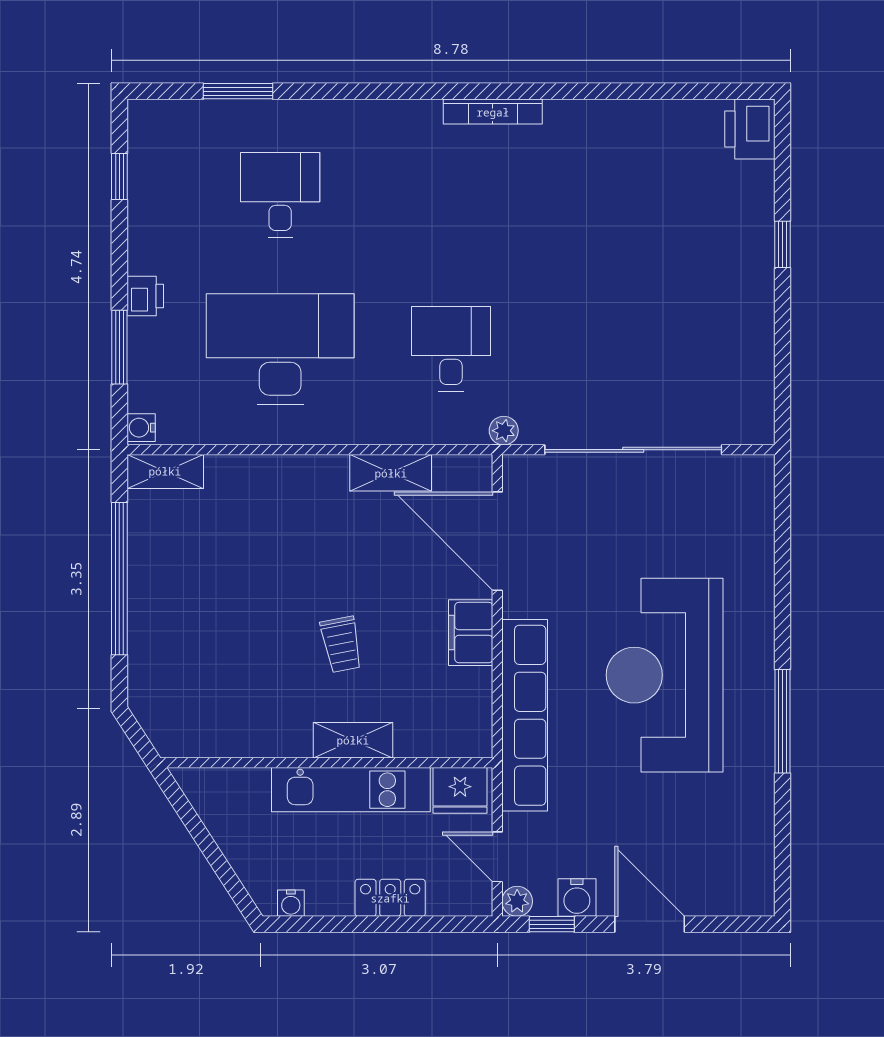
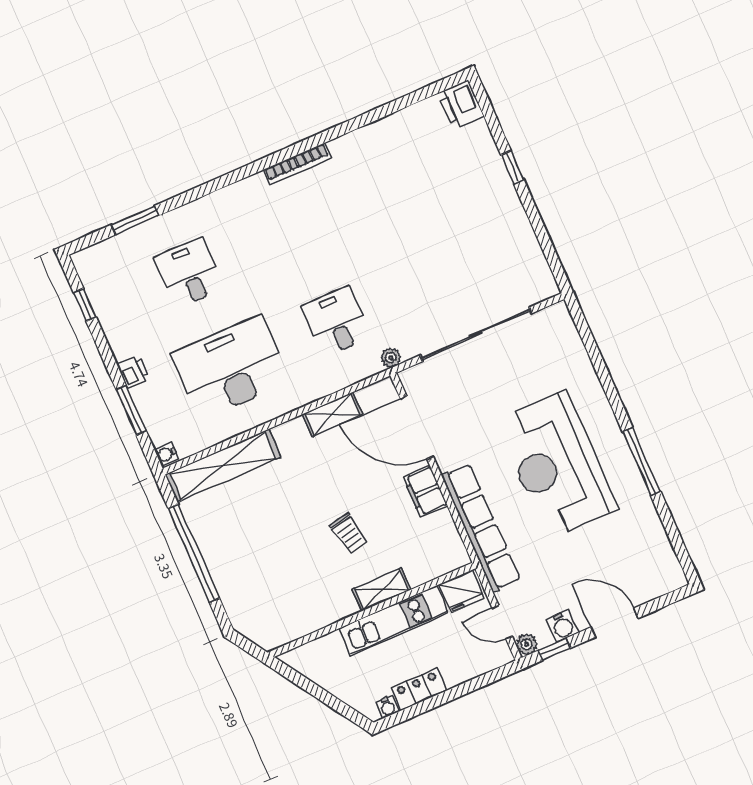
shelving: (165, 471) -> (223, 466), width x2.20, depth x1.33
locker: (390, 898) -> (419, 689), moved

